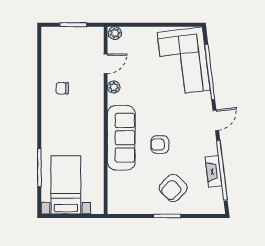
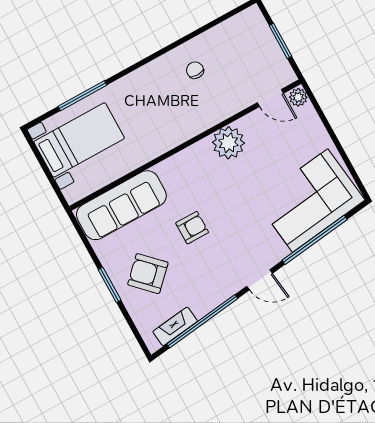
door: (106, 64) -> (270, 98), moved
plant: (114, 87) -> (228, 143), width x1.88, depth x1.88
sofa: (121, 138) -> (121, 205), moved
armchair: (160, 144) -> (192, 228), turned 90
fireplace: (214, 171) -> (175, 326), moved

